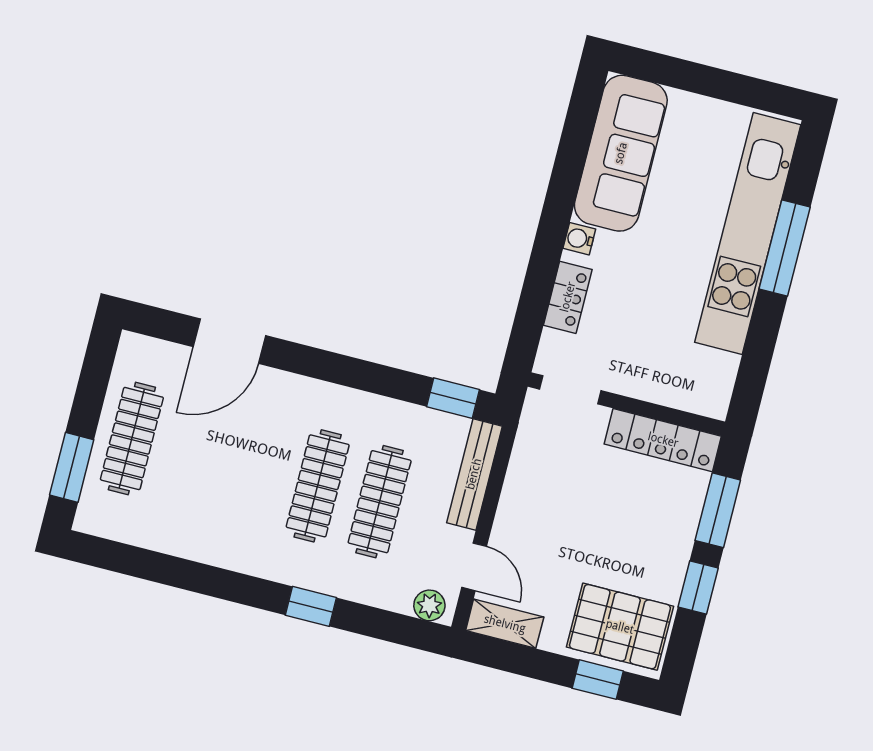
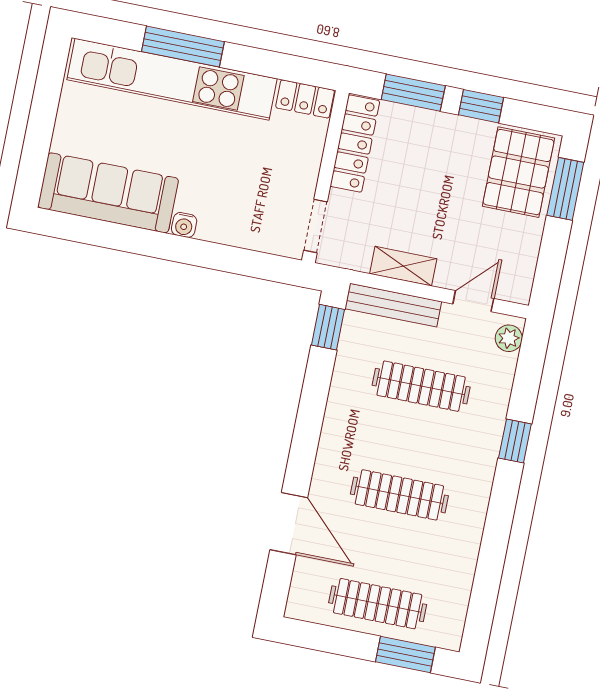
locker: (568, 297) -> (305, 99), moved, turned 180
clothes rail: (318, 486) -> (399, 495), moved
shelving: (505, 624) -> (403, 266), moved, turned 90
window: (598, 680) -> (565, 189), width x1.50

